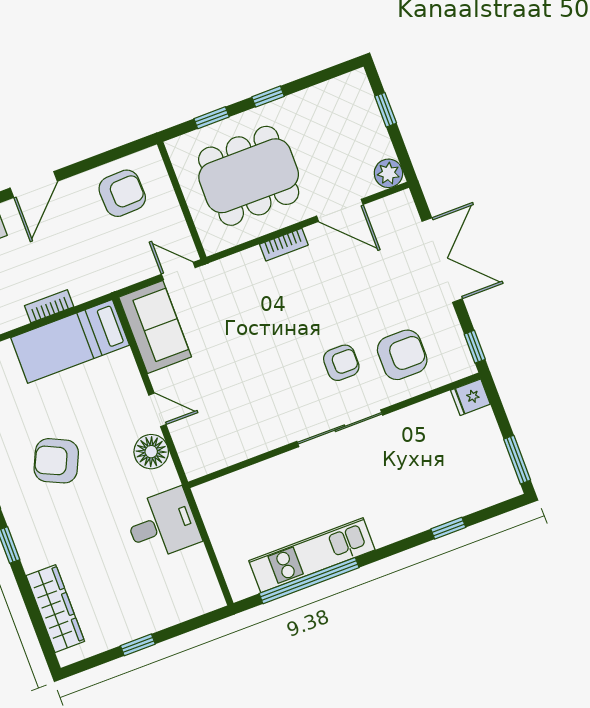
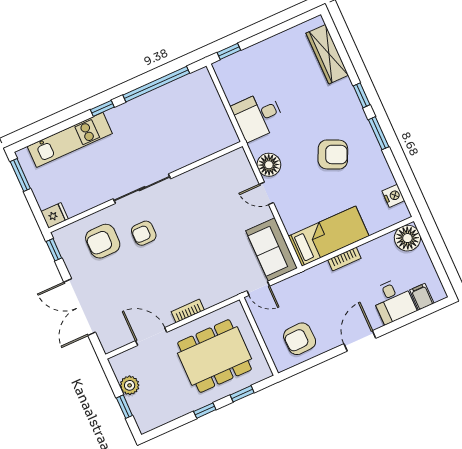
plant: (388, 173) -> (130, 385), moved
window: (448, 528) -> (102, 108), moved
kitchen unit: (312, 555) -> (70, 140), moved
window: (138, 645) -> (229, 51), moved

